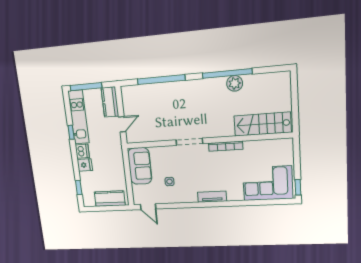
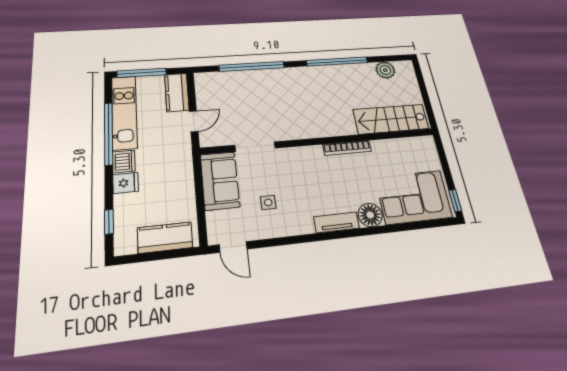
plant: (235, 83) -> (385, 70), moved
window: (71, 132) -> (108, 134), width x3.17
doorway: (189, 142) -> (255, 147), moved
floor lamp: (235, 193) -> (370, 215), added

